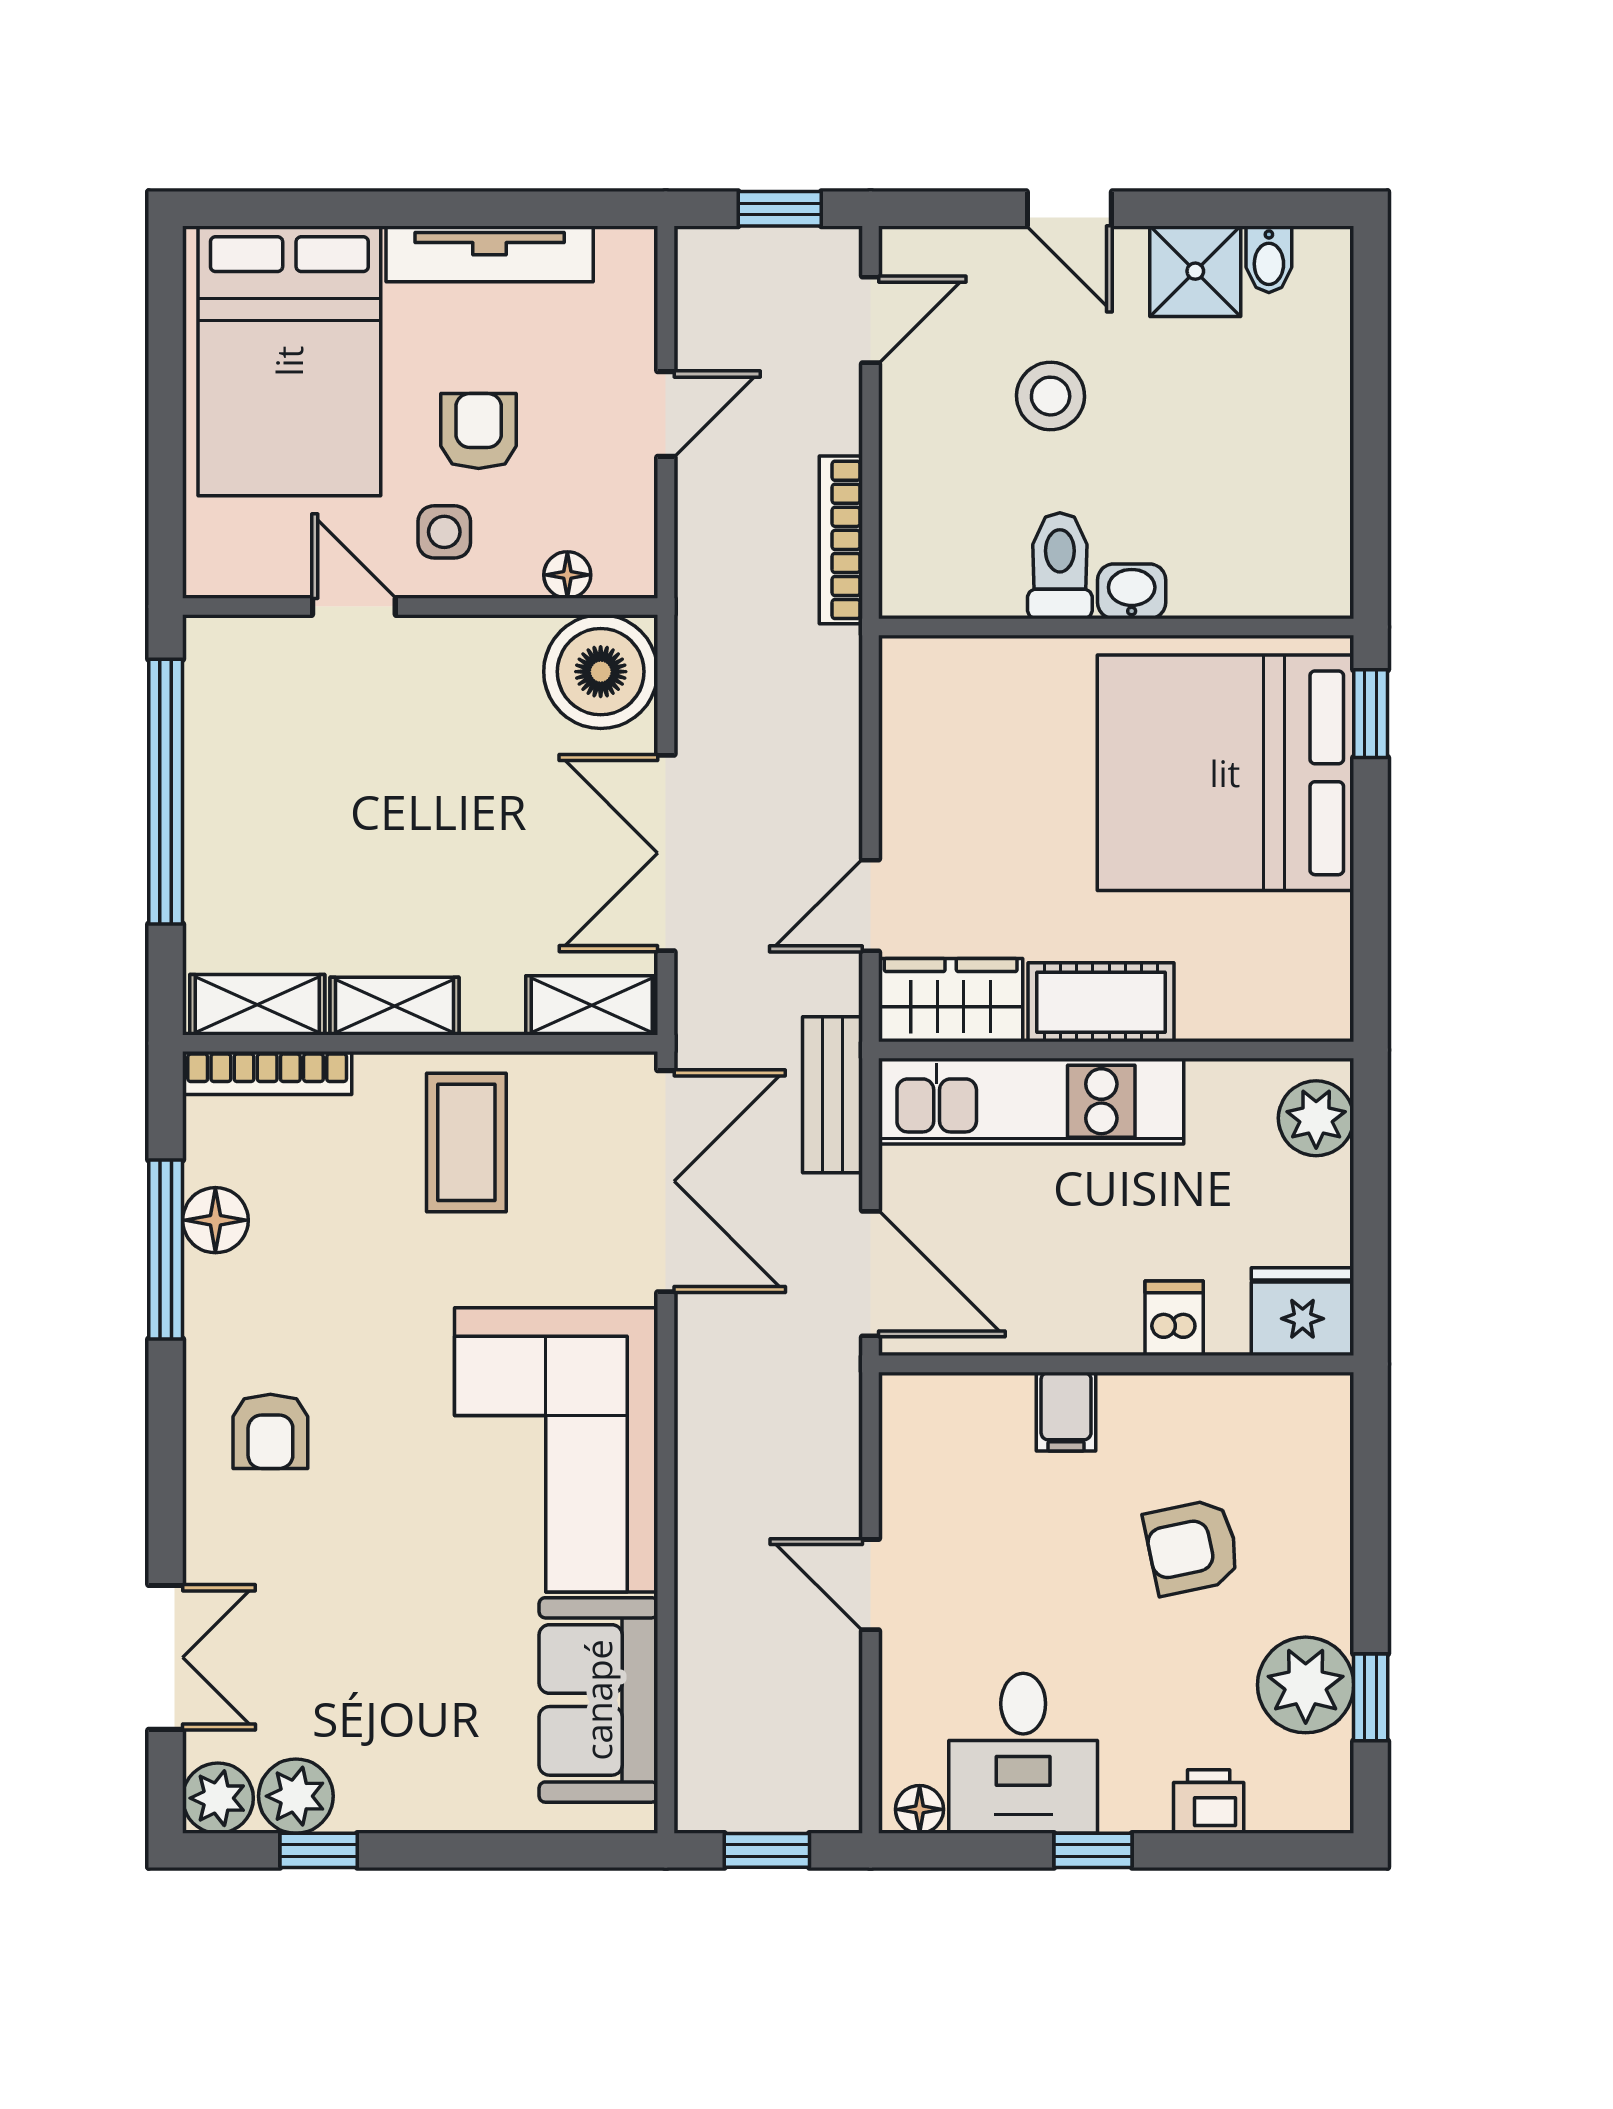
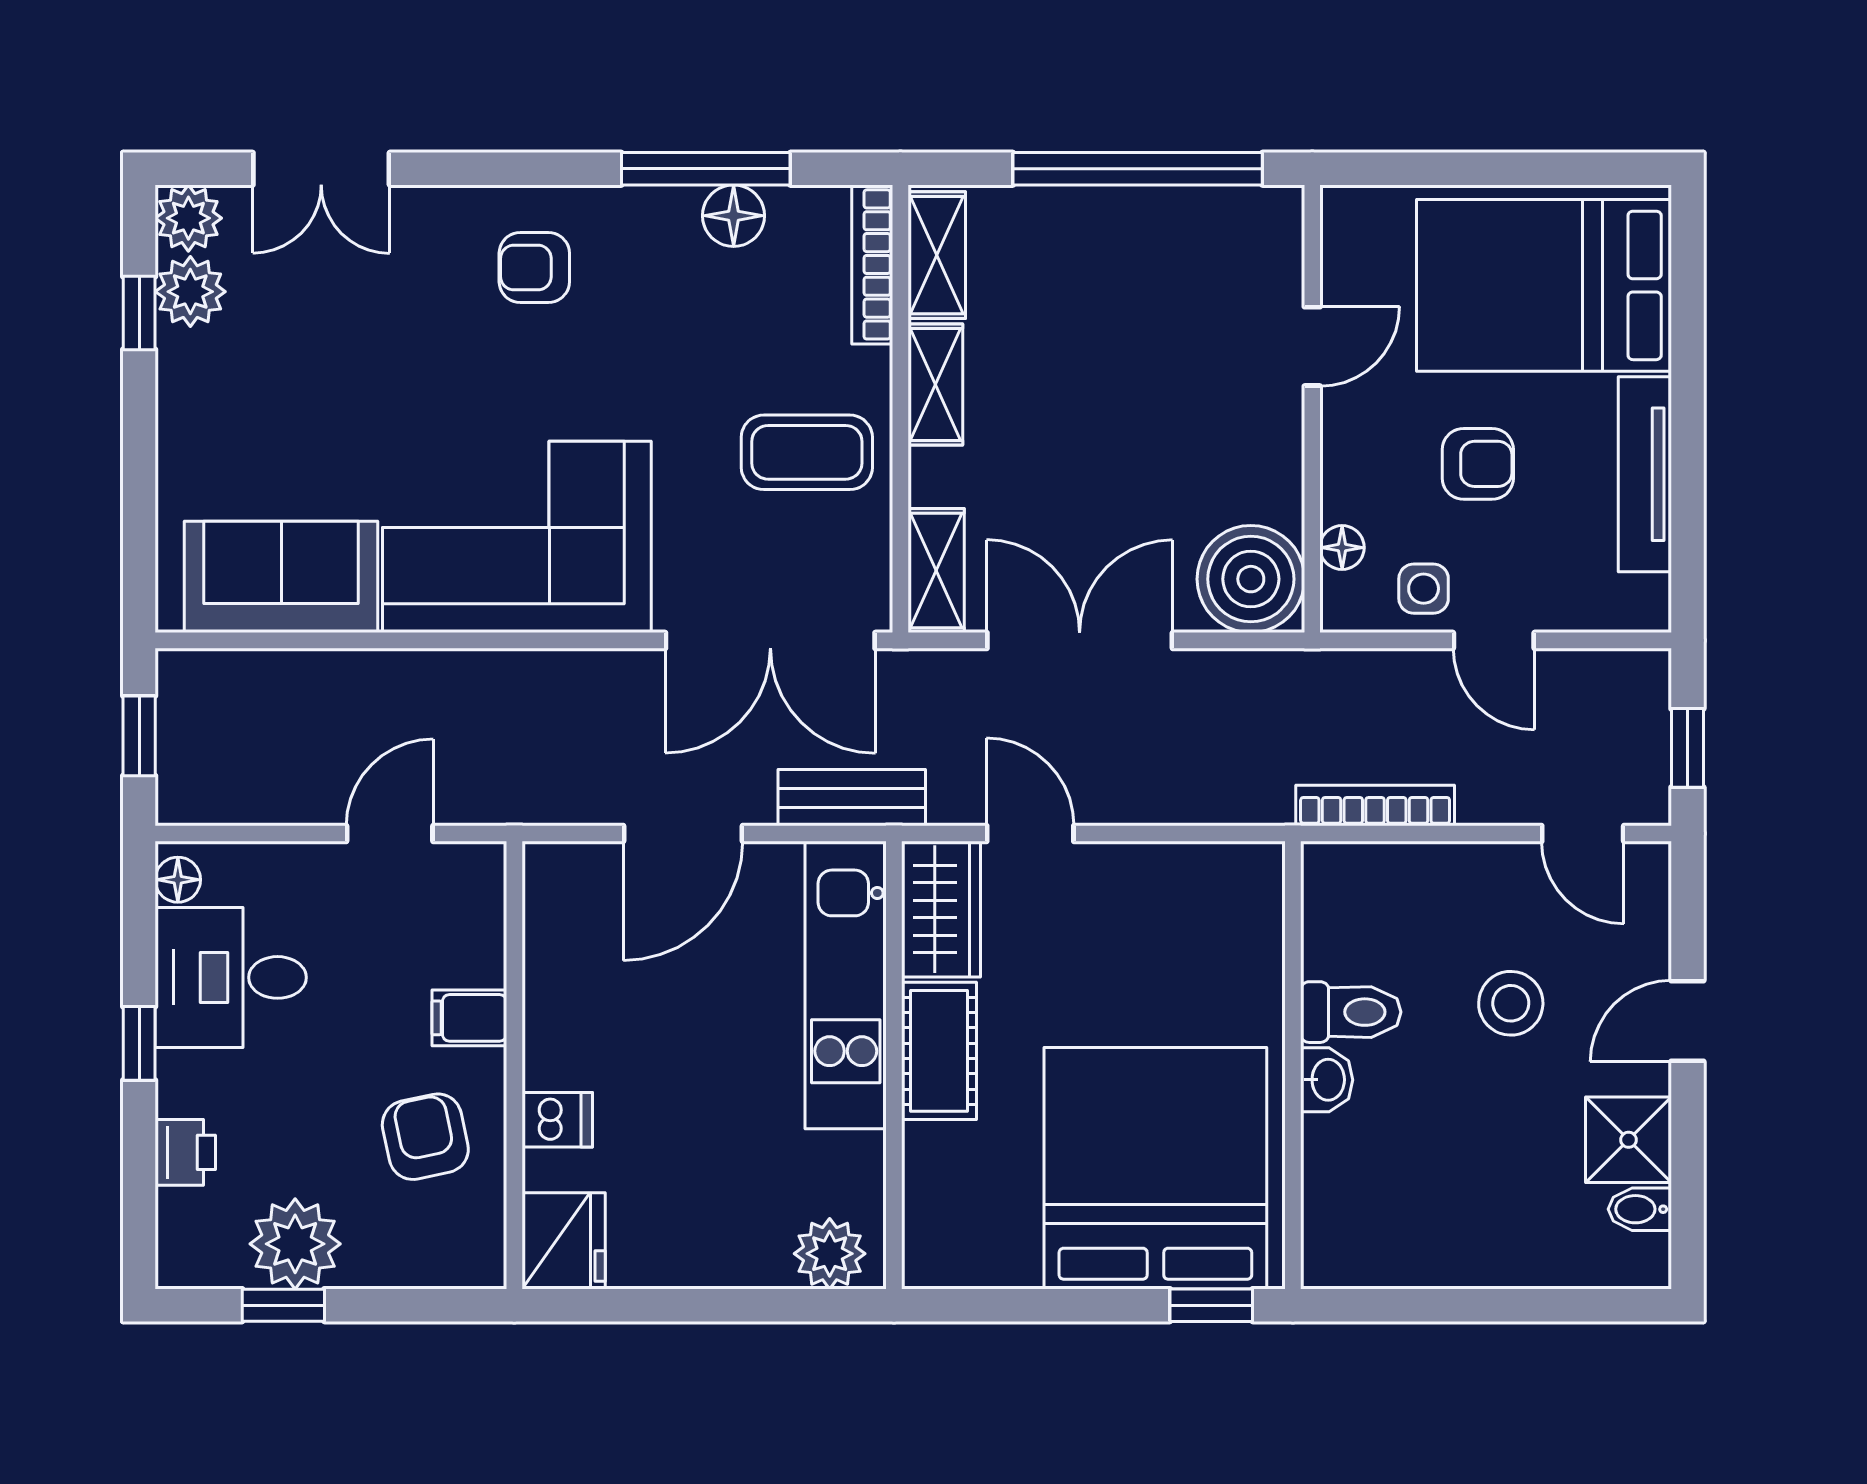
side table: (444, 532) -> (1424, 589), moved
fridge: (1303, 1312) -> (564, 1241), moved
dishwasher: (1174, 1318) -> (557, 1120), moved
wall: (1116, 1364) -> (514, 1065), moved
filing cabinet: (1066, 1412) -> (469, 1018), moved

